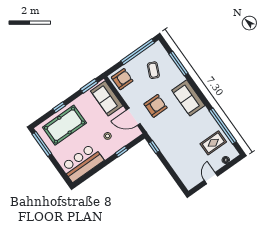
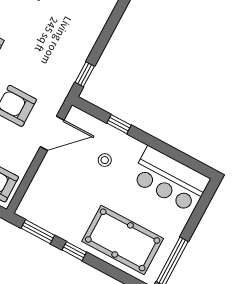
sofa: (107, 98) -> (44, 192), removed
window: (59, 107) -> (74, 251), moved
door: (133, 117) -> (52, 133), hinge flipped

